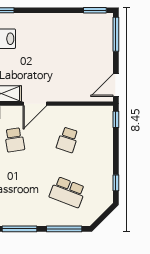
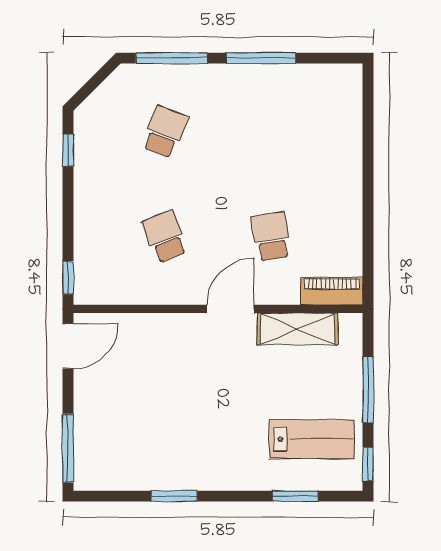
window: (95, 10) -> (174, 496), moved
school desk: (68, 140) -> (165, 237), turned -39
school desk: (68, 192) -> (165, 132), width x0.54

